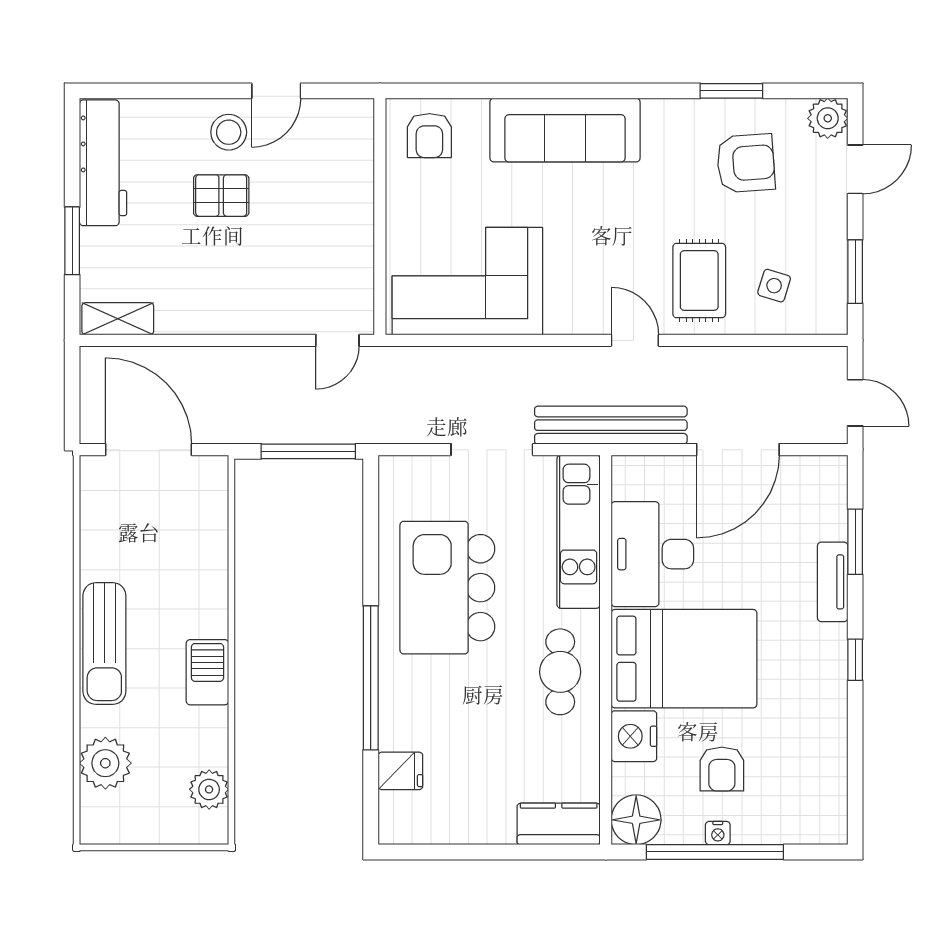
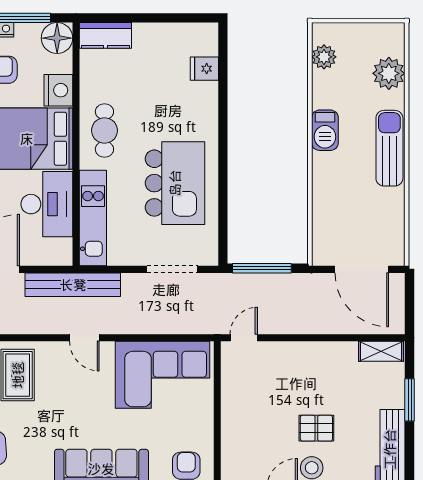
door: (635, 340) -> (84, 338), moved
doorway: (492, 450) -> (172, 269), moved
window: (371, 678) -> (223, 127), removed

